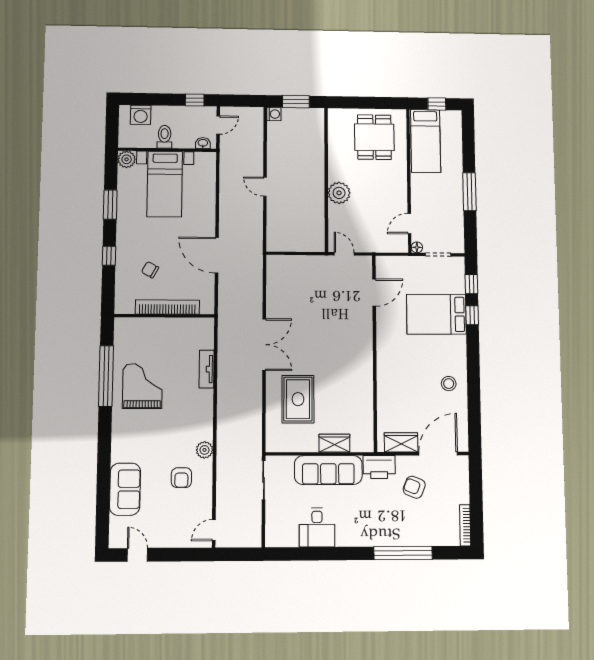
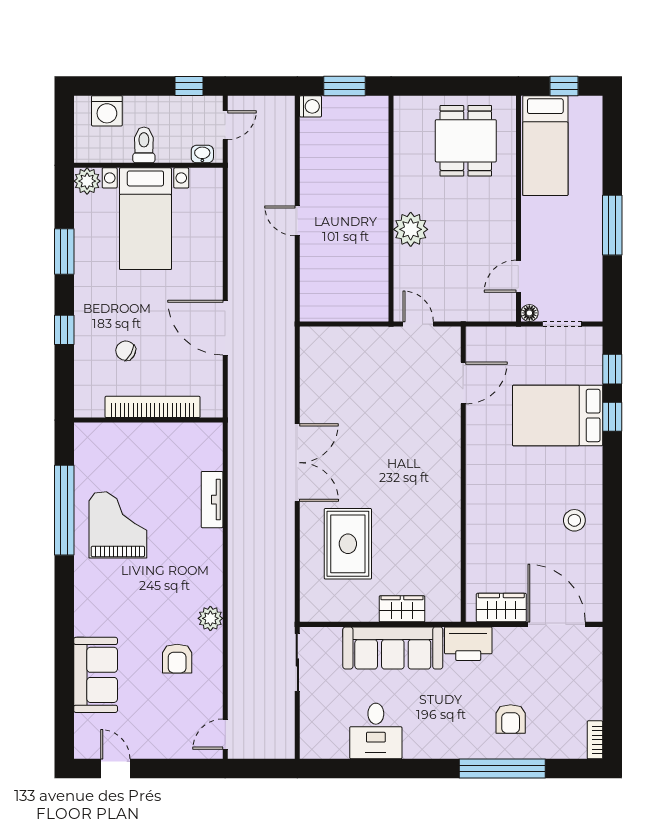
door: (438, 454) -> (557, 624), hinge flipped
armchair: (414, 487) -> (511, 719), moved, turned -112
bookcase: (465, 525) -> (595, 740), width x0.64

